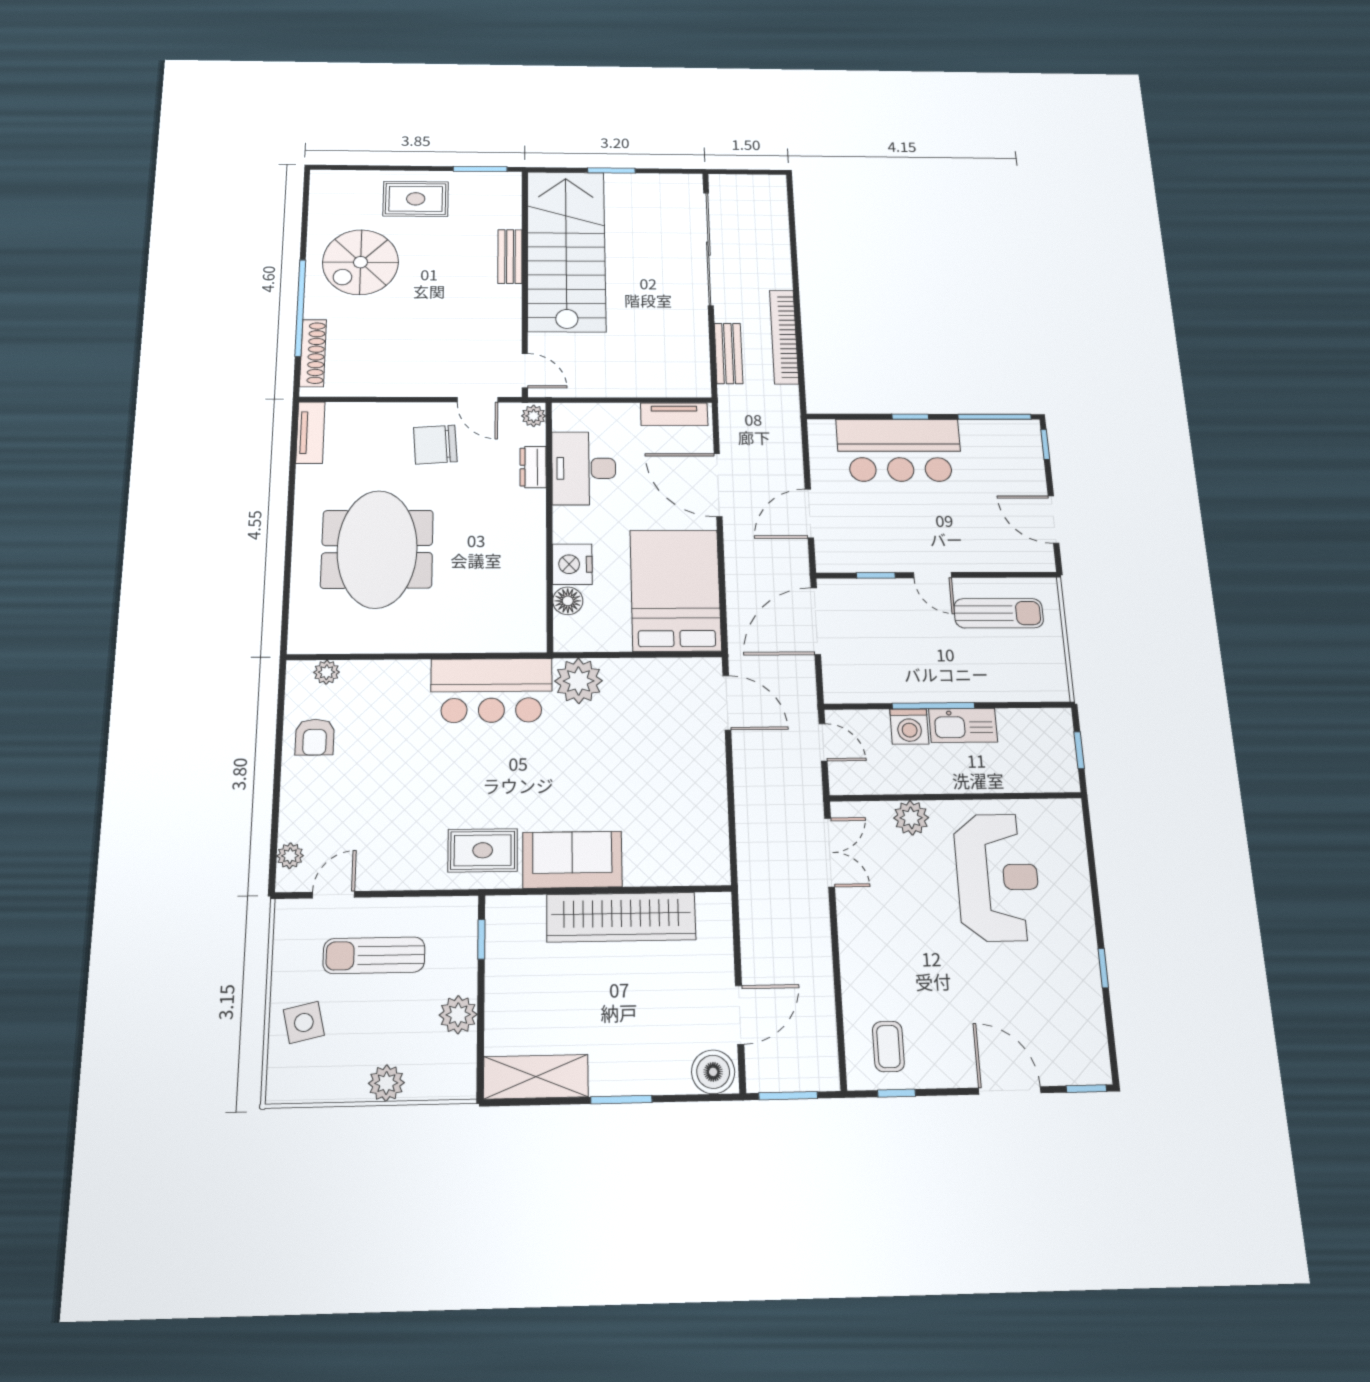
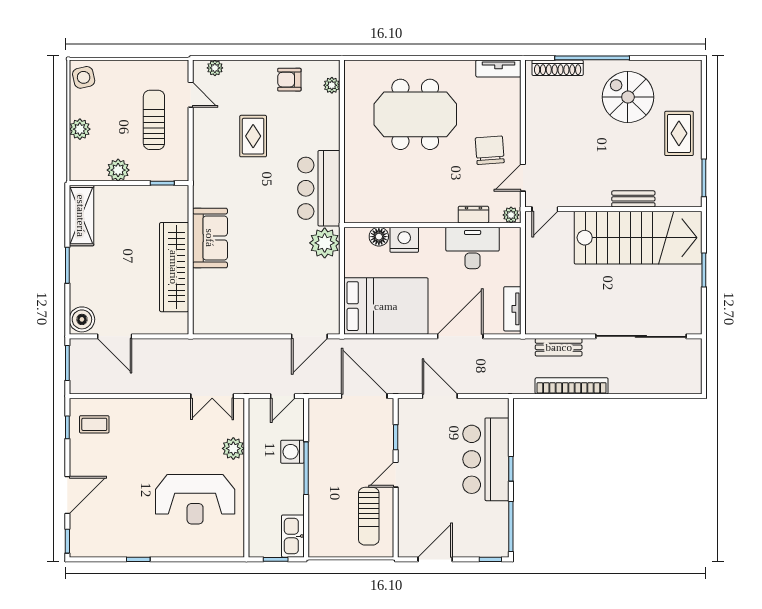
kitchen sink: (963, 725) -> (293, 536), moved
rug: (483, 850) -> (253, 136), moved
side table: (304, 1022) -> (84, 77), moved

